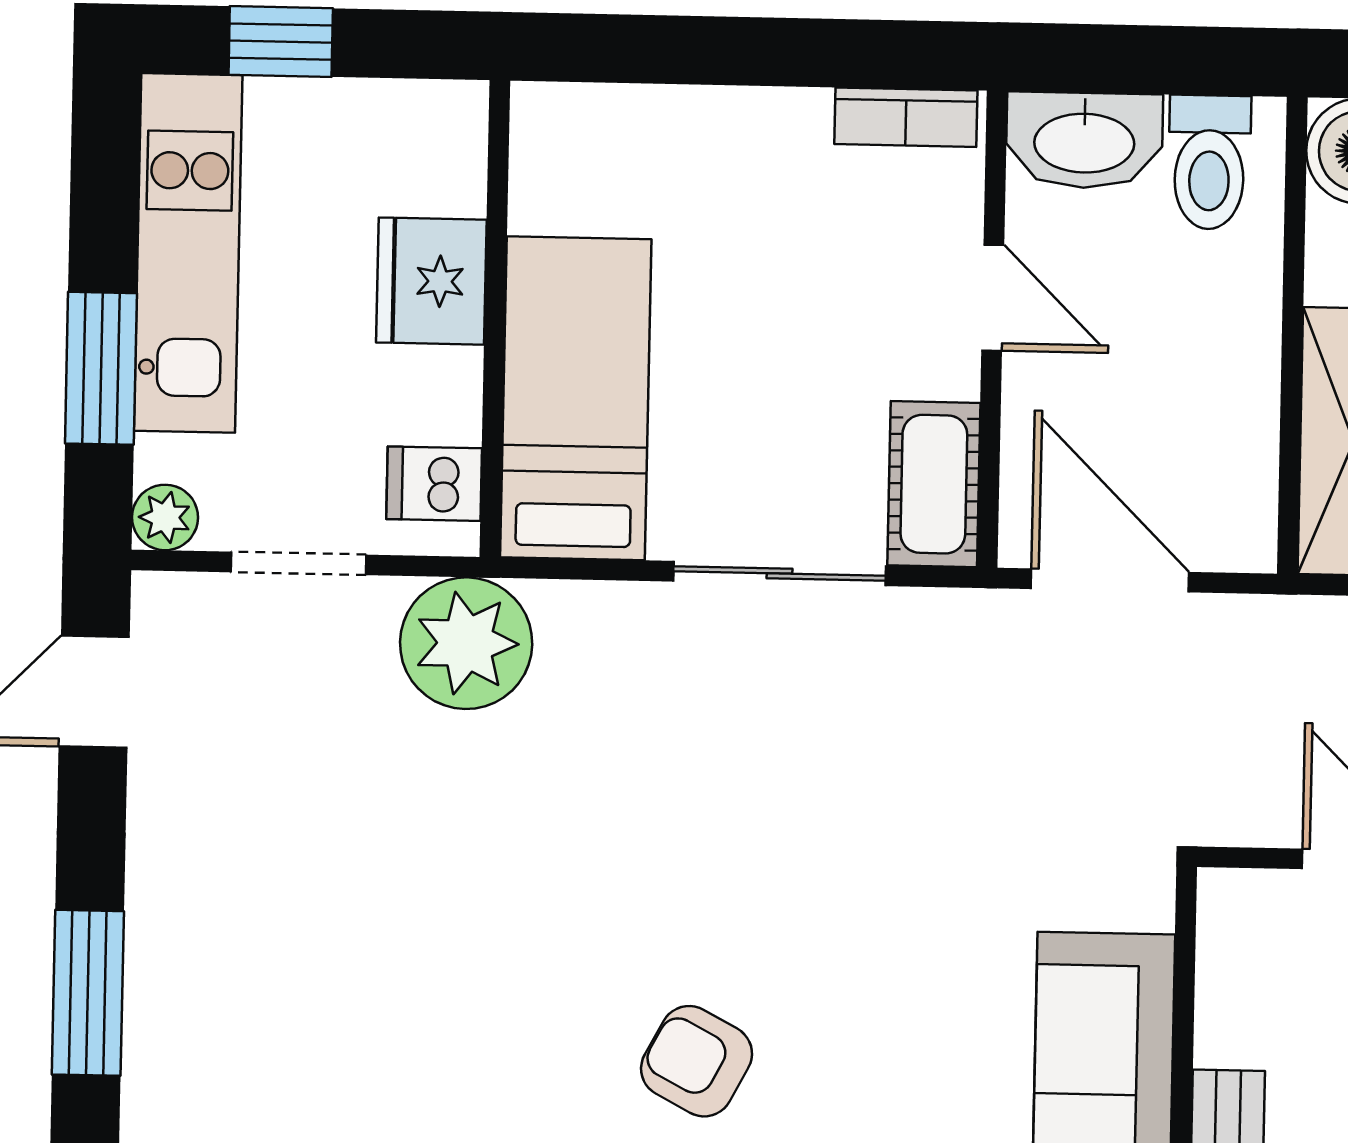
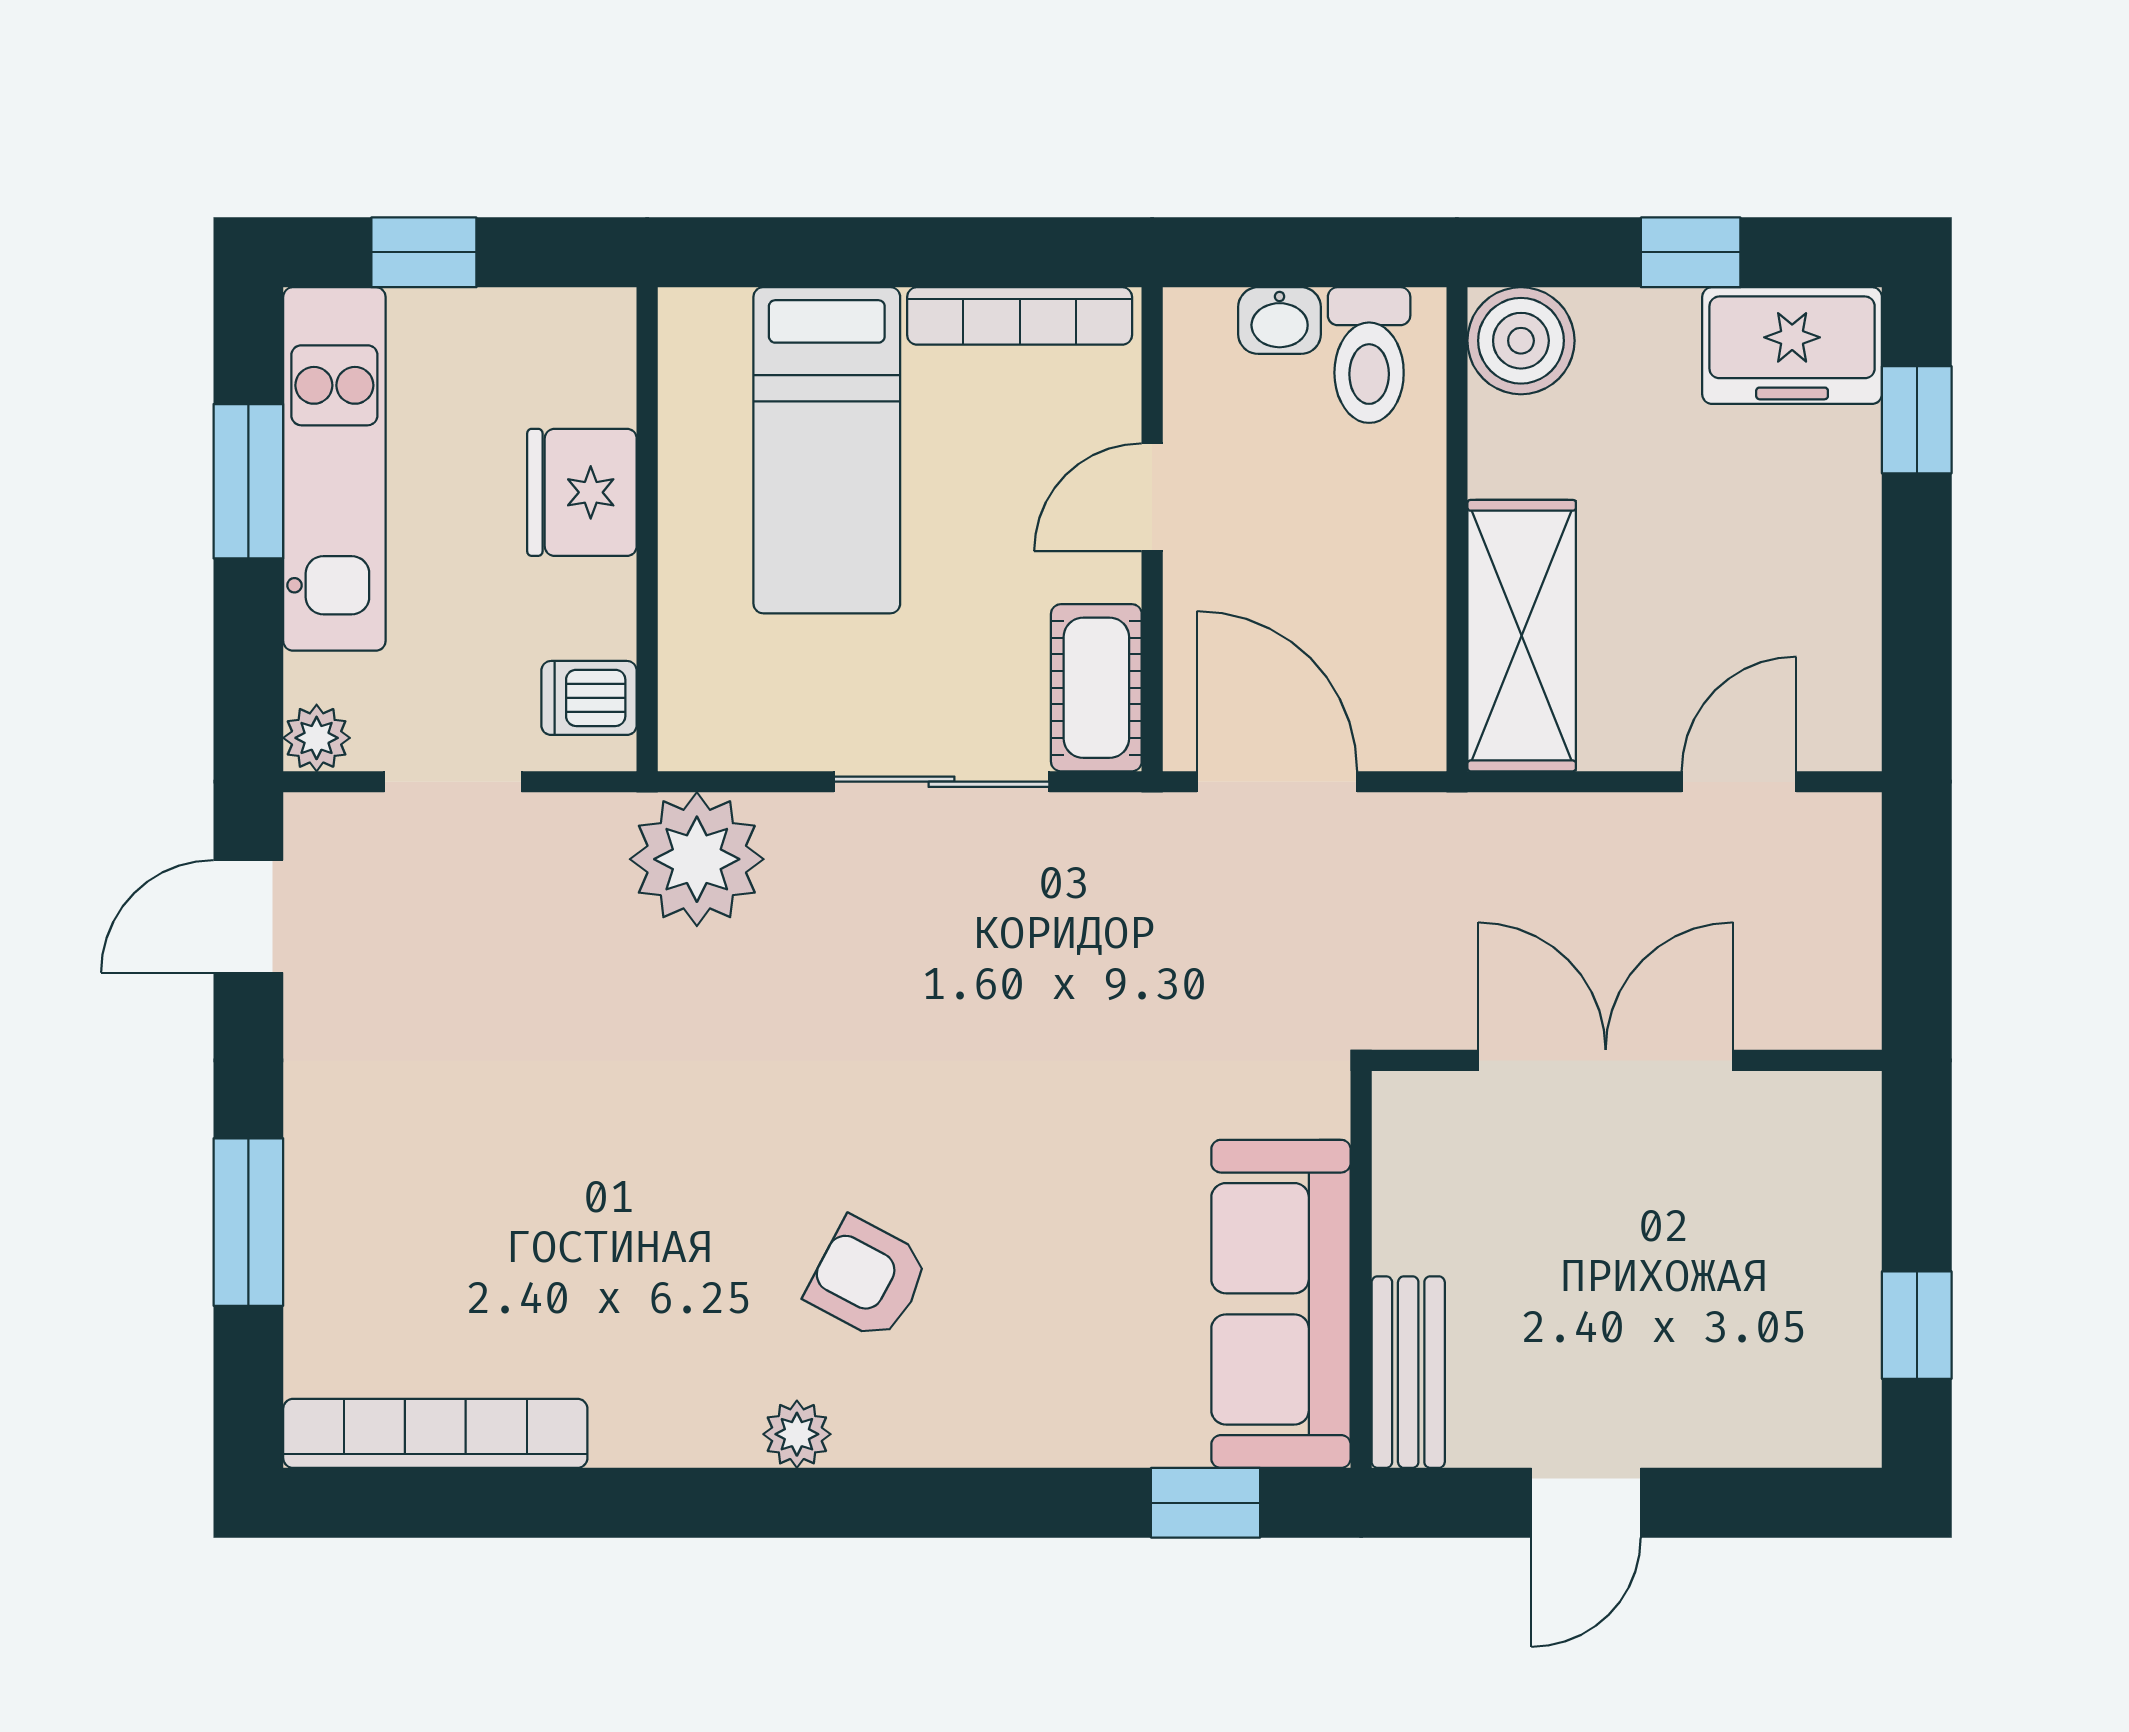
bookcase: (906, 117) -> (1020, 316), width x1.56
washbasin: (1084, 140) -> (1280, 321), width x0.52, depth x0.69
door: (993, 298) -> (1152, 497), swing flipped
window: (101, 368) -> (248, 481), moved
bed: (576, 398) -> (827, 450), moved, turned 180
plant: (466, 643) -> (697, 859), moved

